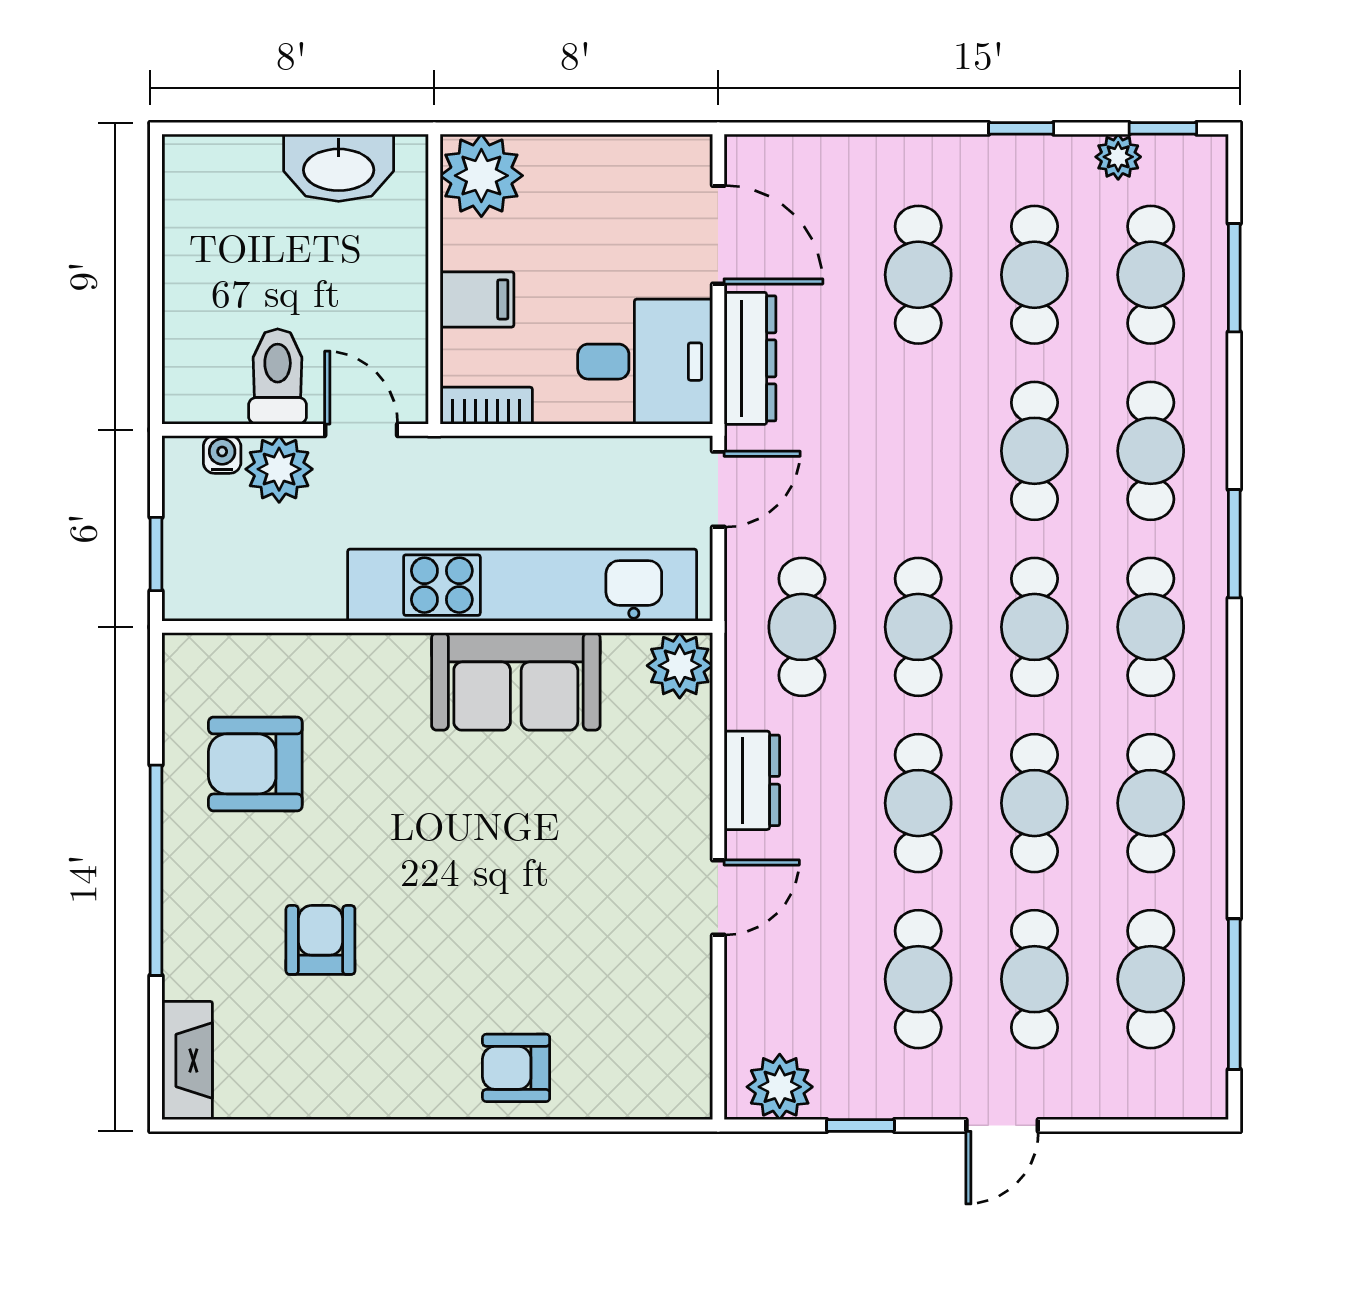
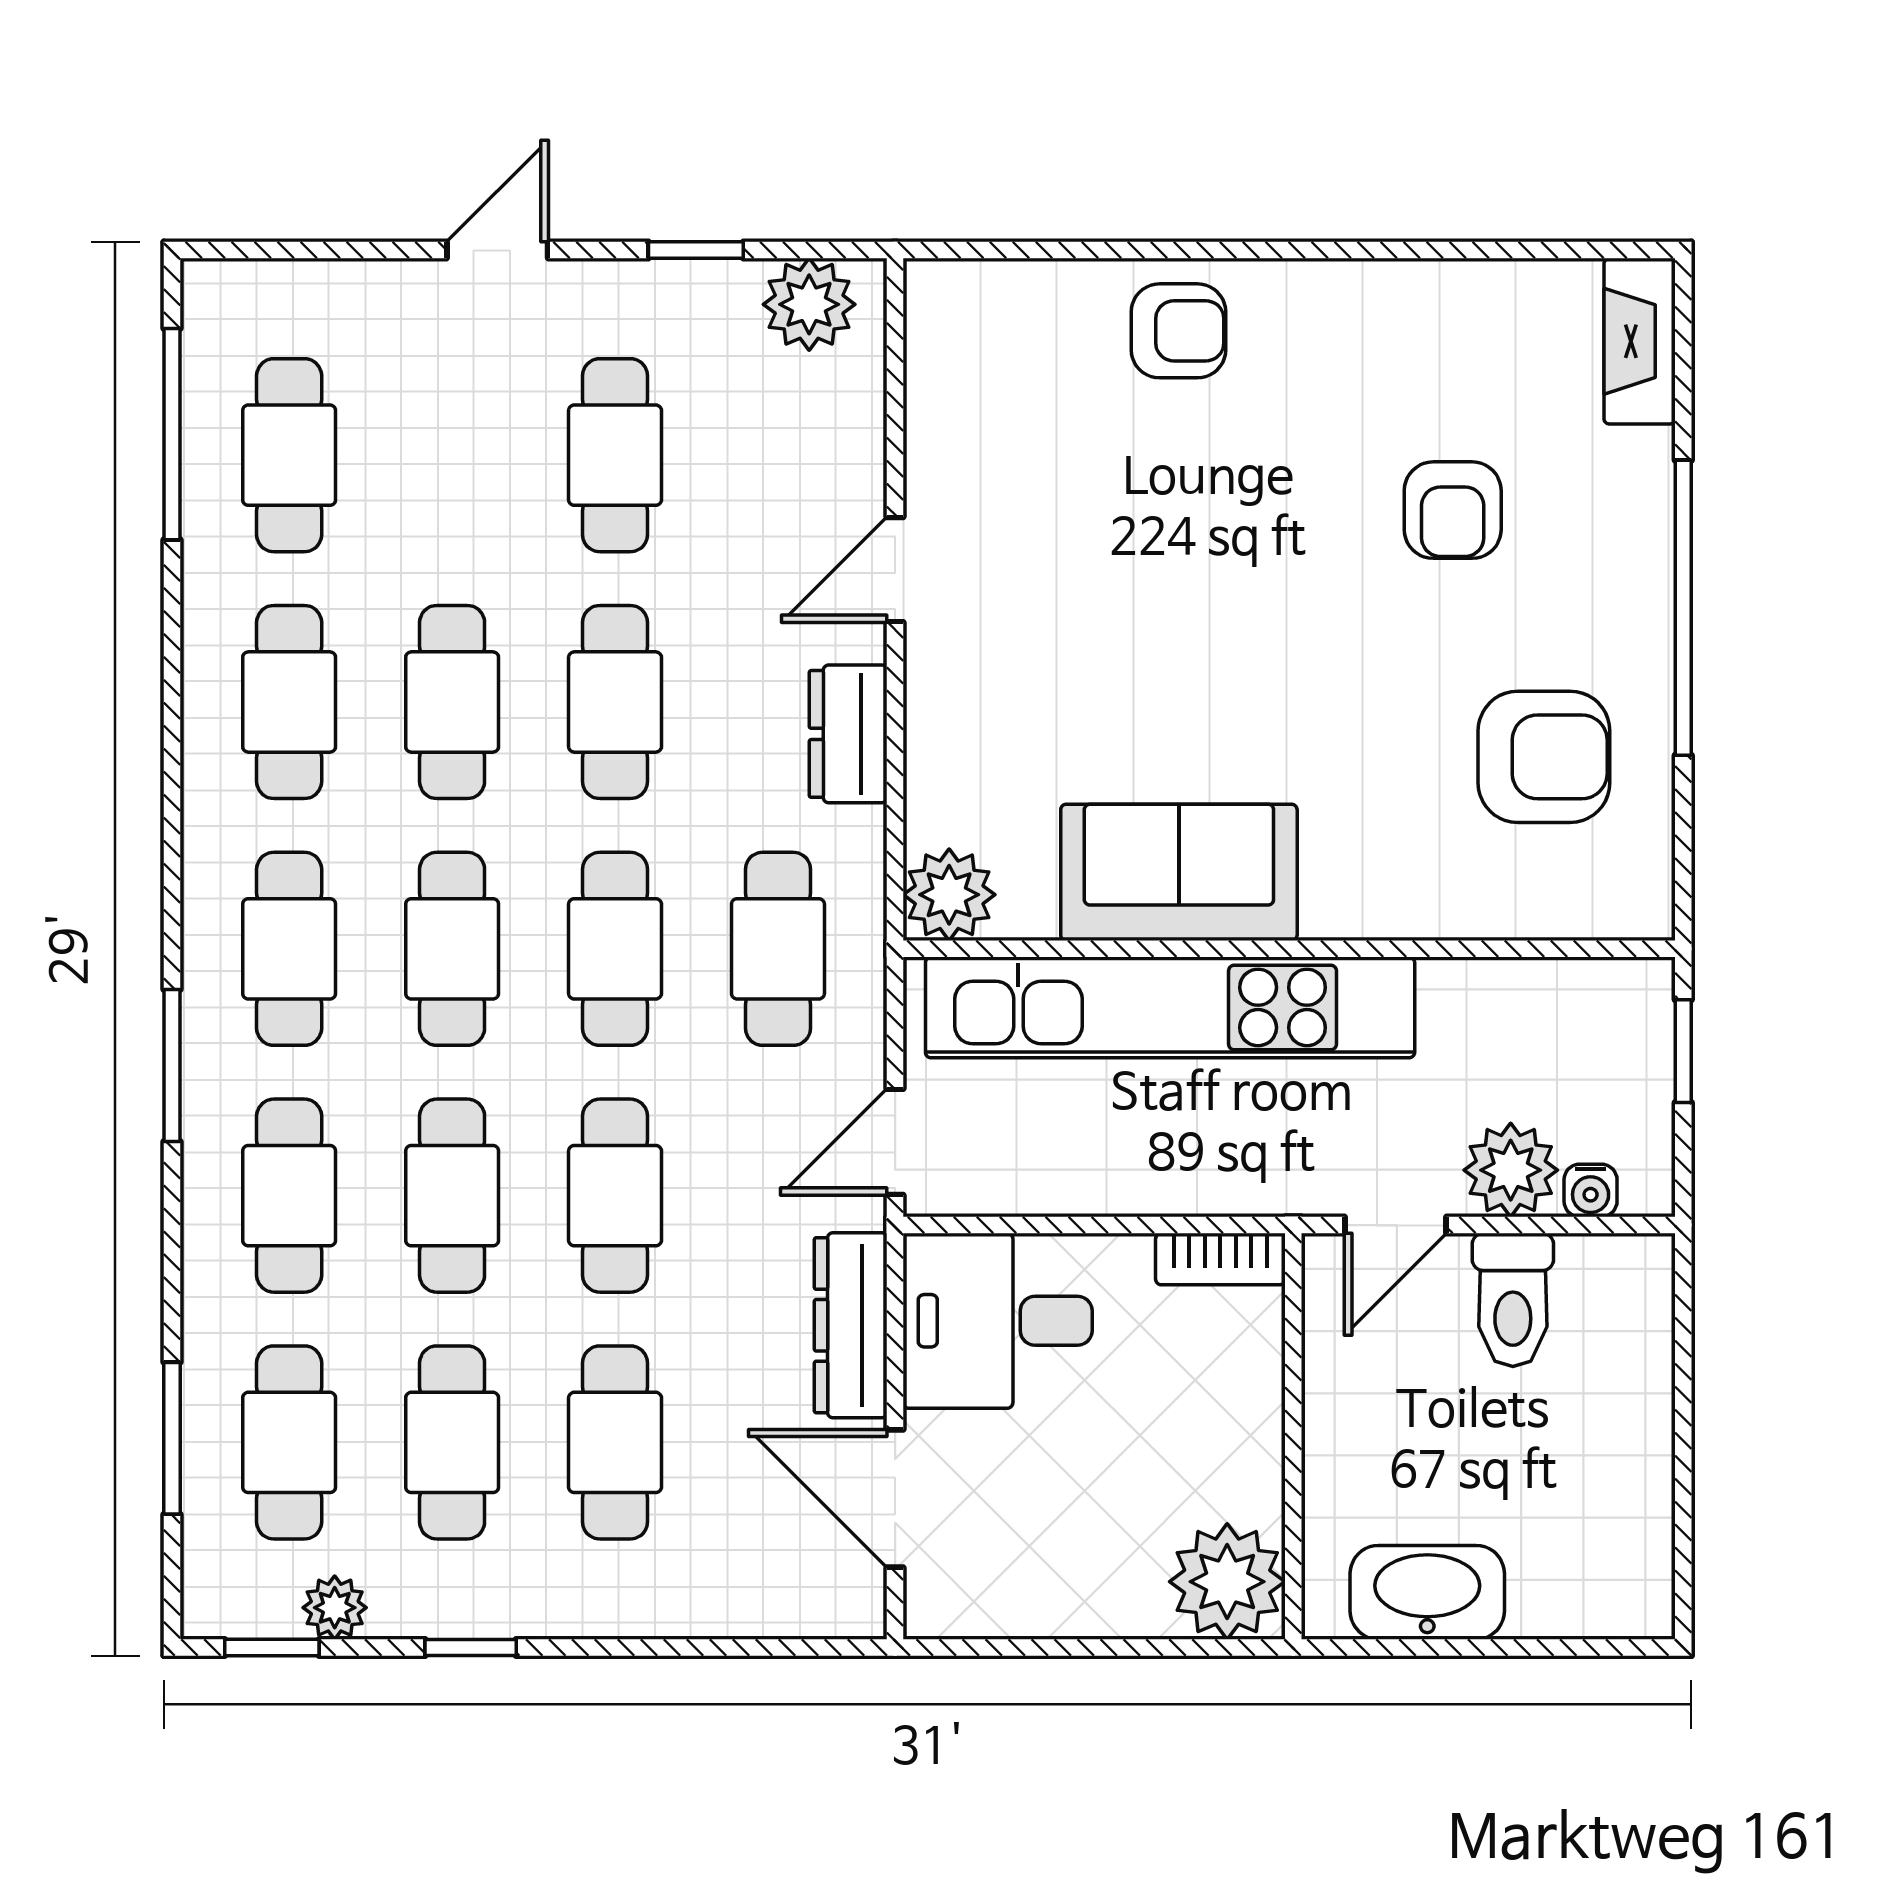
filing cabinet: (477, 299) -> (1233, 1408), removed
door: (361, 430) -> (1396, 1225), hinge flipped
cafe table: (1034, 979) -> (615, 1196), moved

